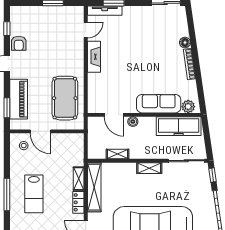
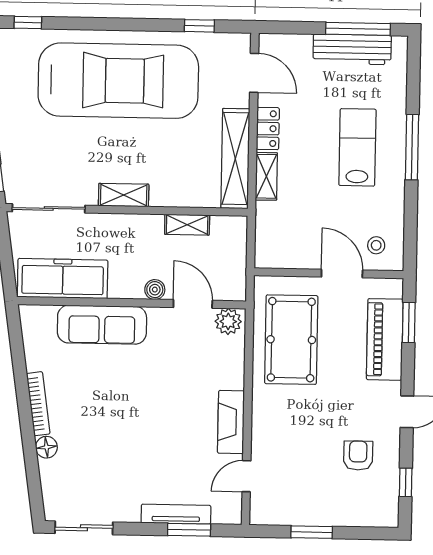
tv unit: (105, 11) -> (176, 514), moved
armchair: (19, 43) -> (358, 456), moved
plant: (188, 107) -> (228, 321), moved

